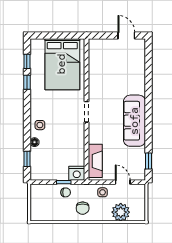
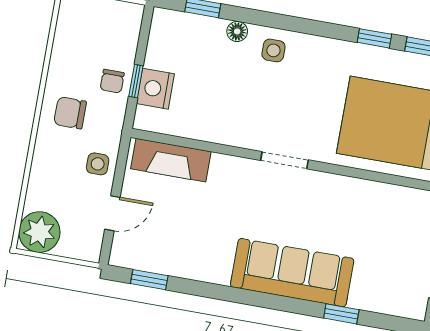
window: (149, 75) -> (341, 314), added
sofa: (135, 121) -> (292, 273), moved
nightstand: (77, 173) -> (155, 89), moved
plant: (121, 212) -> (39, 232), moved

